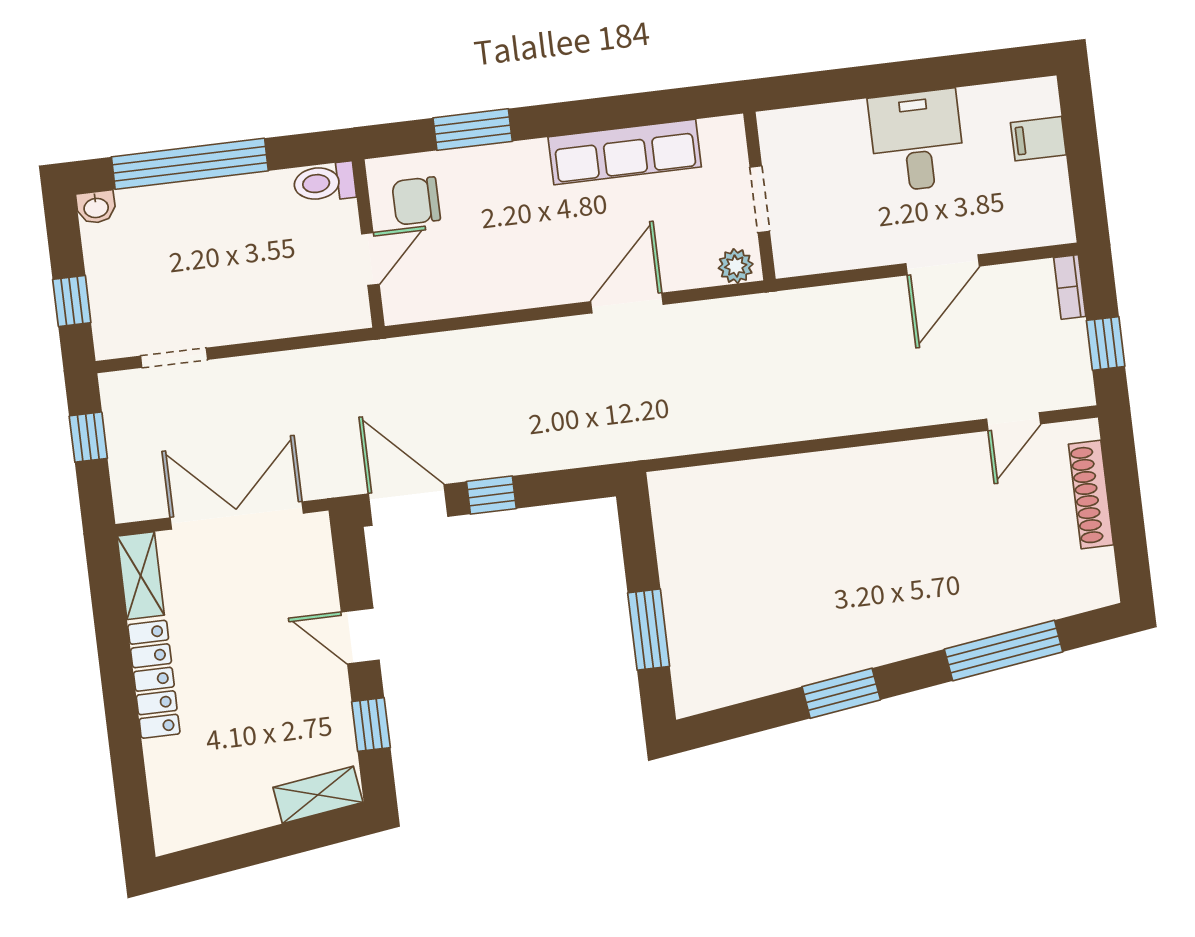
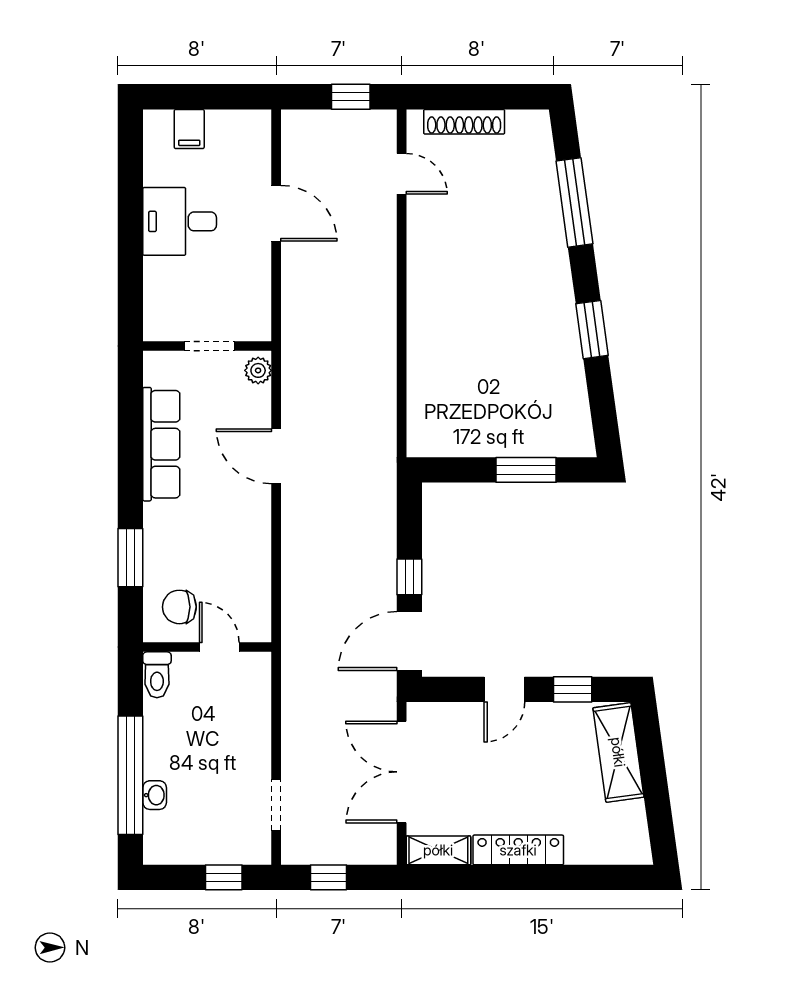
chair: (416, 201) -> (179, 607), turned 90
washbasin: (96, 207) -> (155, 795), moved
bookcase: (1070, 287) -> (305, 119), removed
shelving: (318, 795) -> (618, 752), width x1.50, depth x1.33

